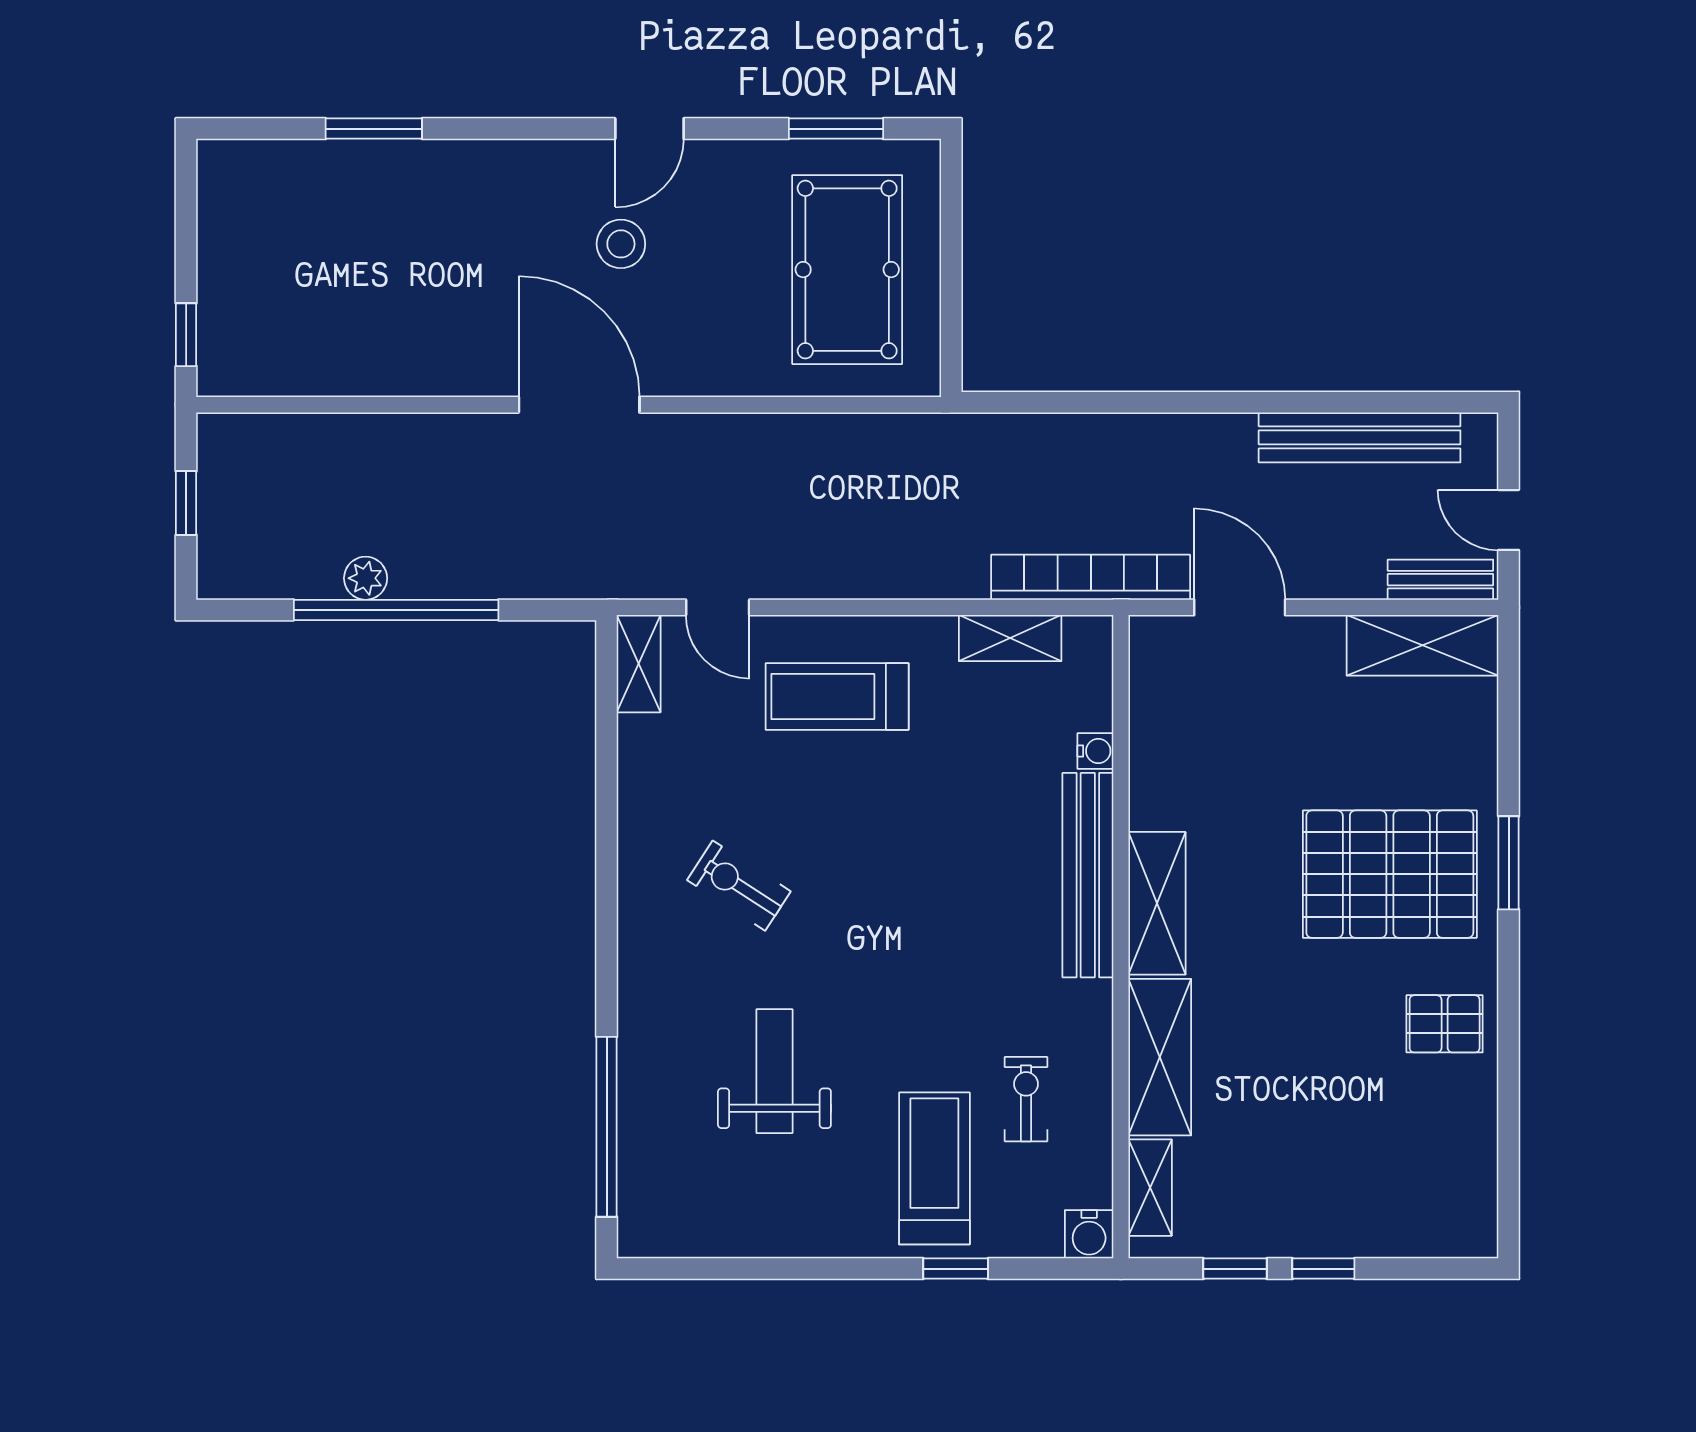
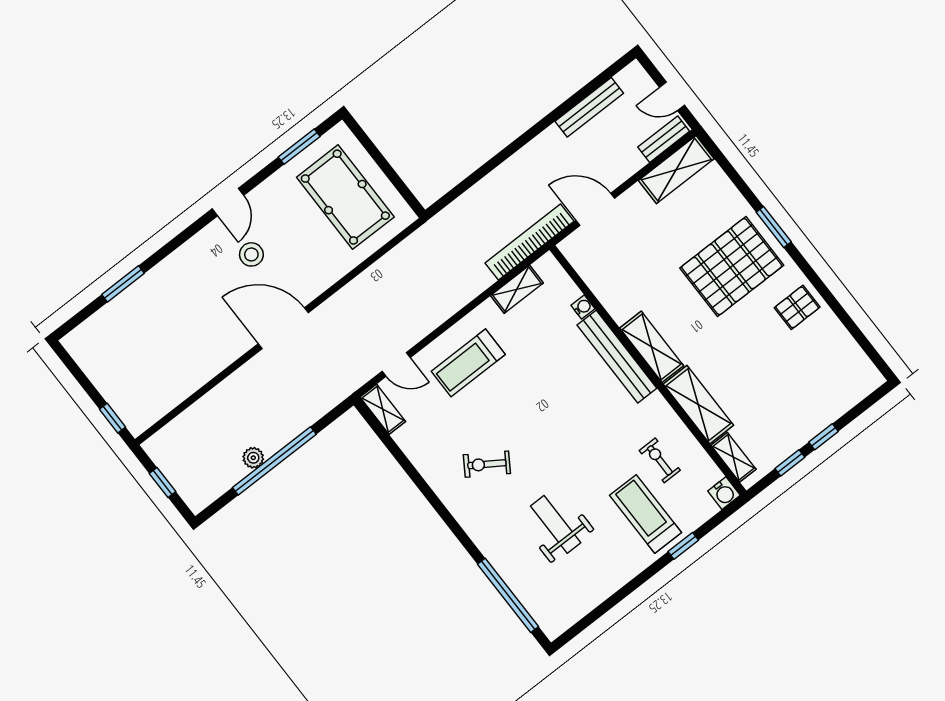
bench: (1360, 437) -> (589, 107), width x0.73, depth x0.82

